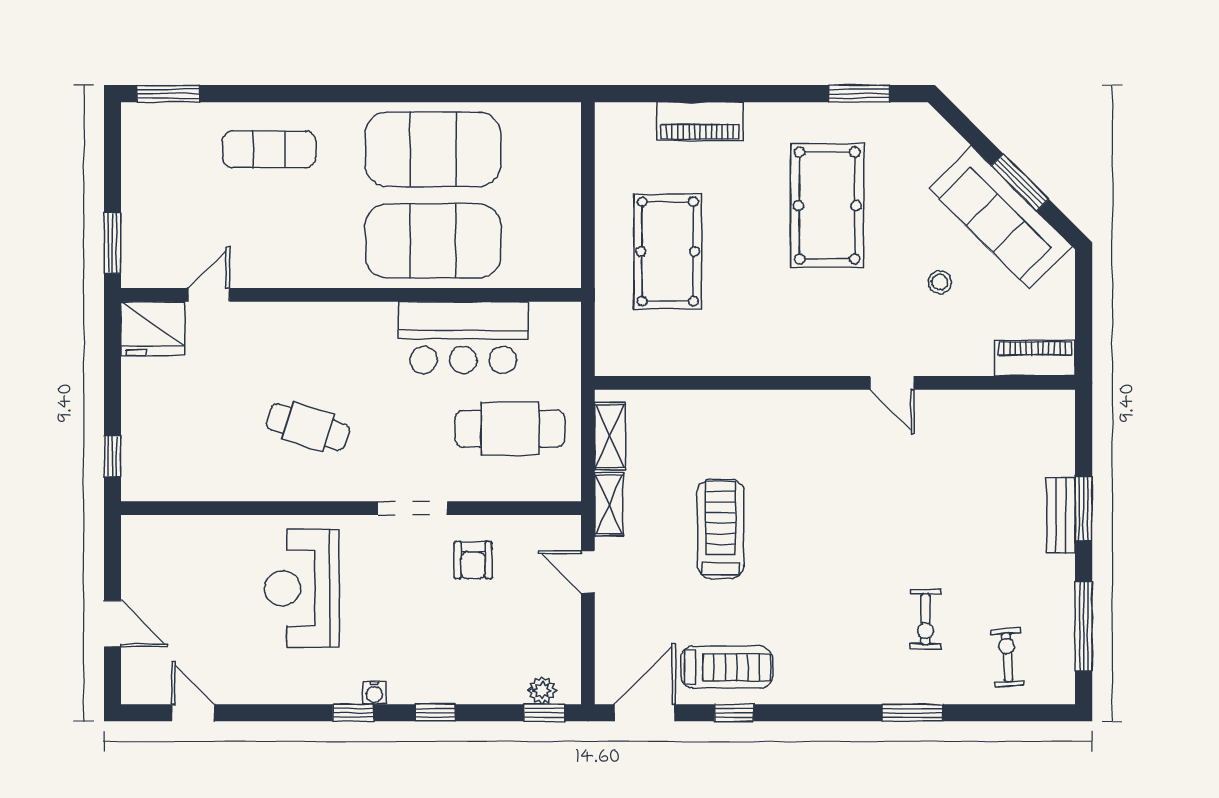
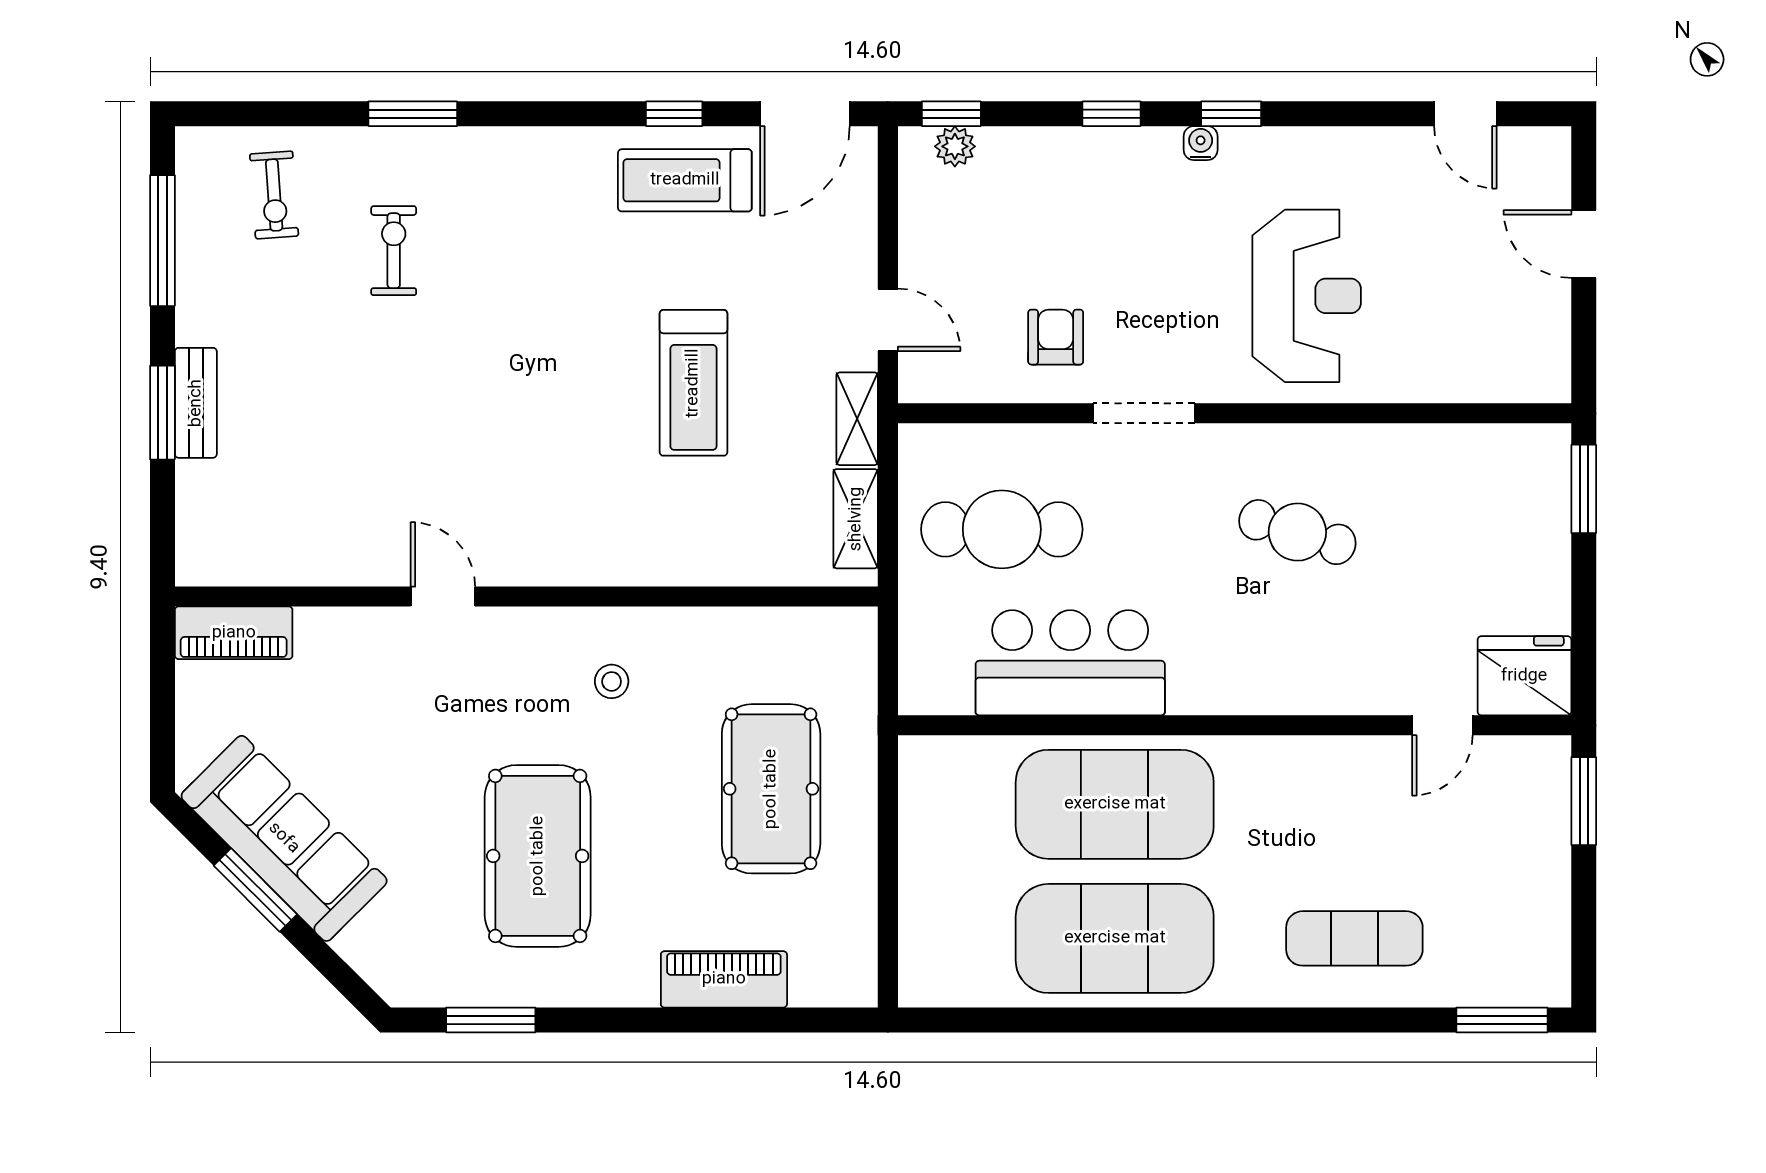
stool: (940, 282) -> (612, 681), moved
window: (112, 456) -> (1584, 489), width x1.50

